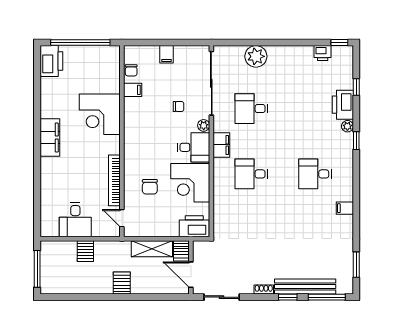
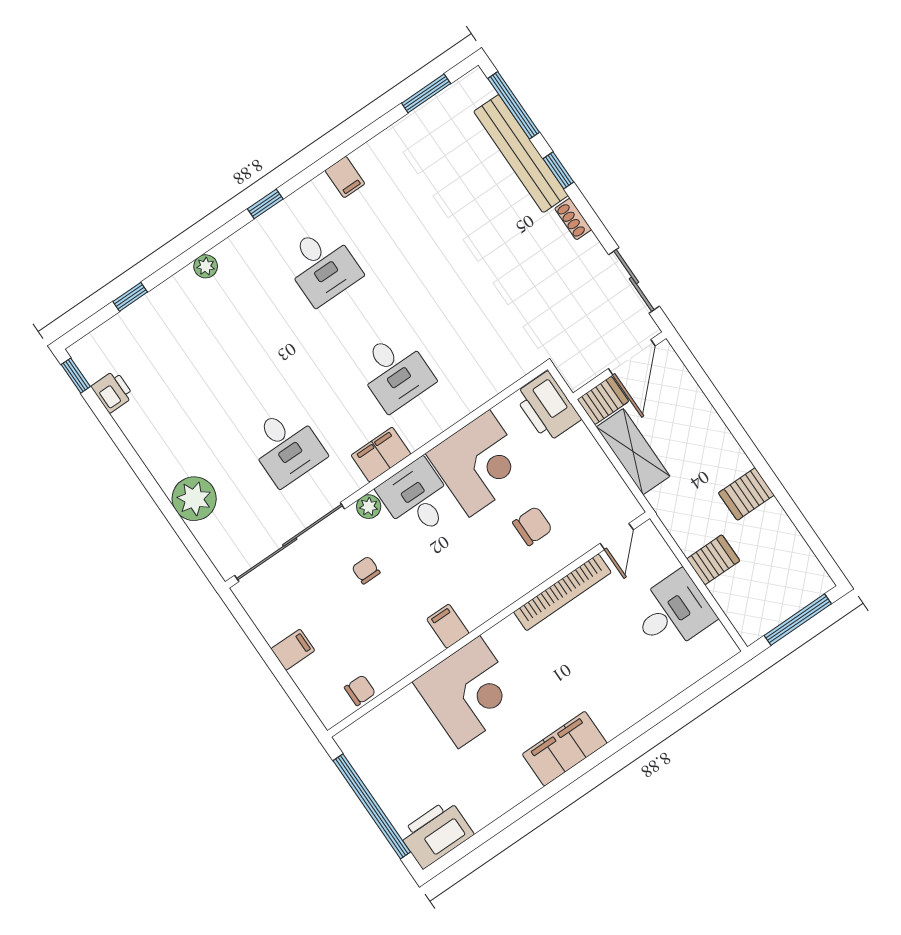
filing cabinet: (133, 90) -> (448, 626), moved
printer: (343, 105) -> (175, 299), removed
window: (356, 141) -> (265, 204), moved
server rack: (122, 283) -> (746, 494), moved

